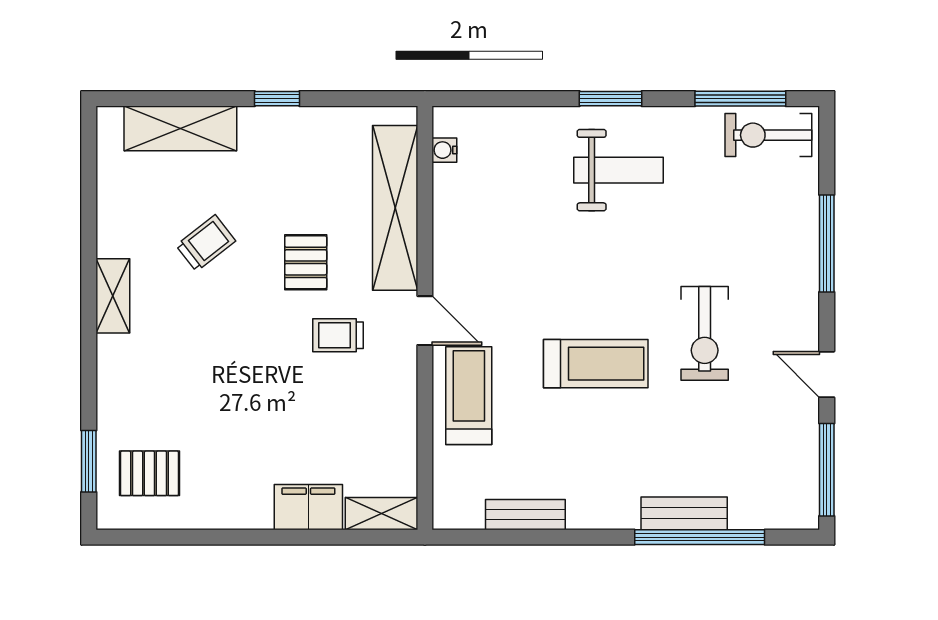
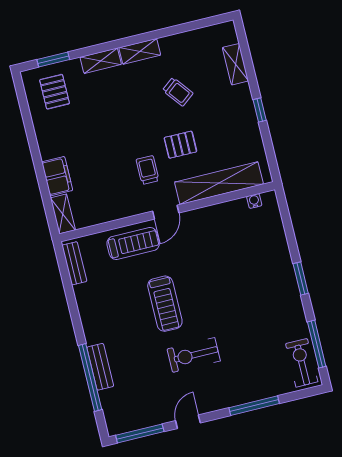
shelving: (180, 128) -> (235, 64), width x0.67, depth x0.75
weight bench: (618, 170) -> (266, 291), removed
shelving: (113, 373) -> (101, 61), added
bench: (525, 515) -> (74, 263), moved

